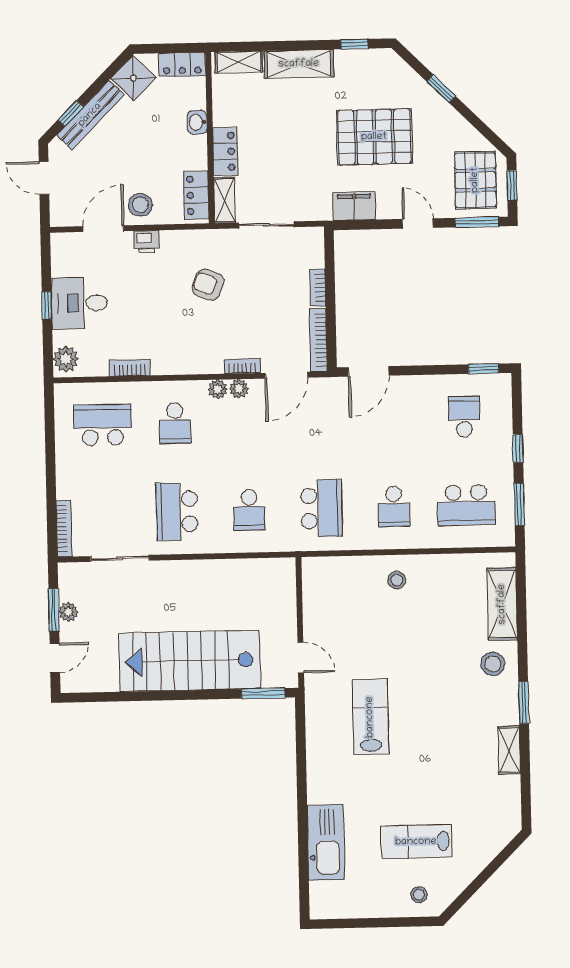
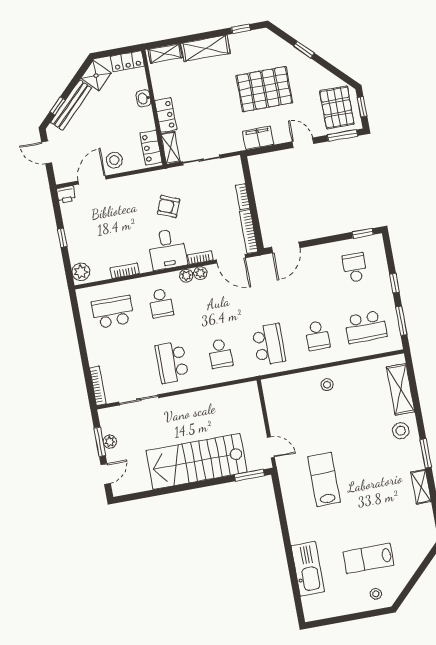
printer: (146, 242) -> (66, 195), moved
desk: (79, 303) -> (167, 249), moved, turned -90
door: (286, 375) -> (231, 259), hinge flipped

